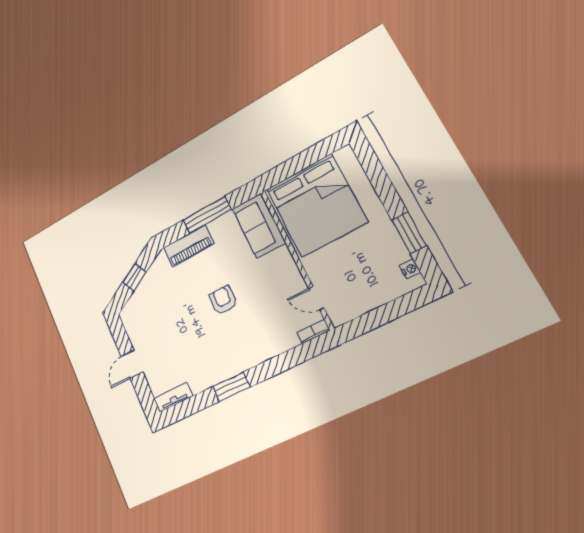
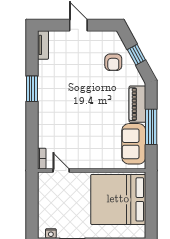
sofa: (259, 226) -> (134, 144), moved, turned -90
door: (316, 298) -> (61, 170), hinge flipped
armchair: (223, 300) -> (113, 62), moved, turned 90

